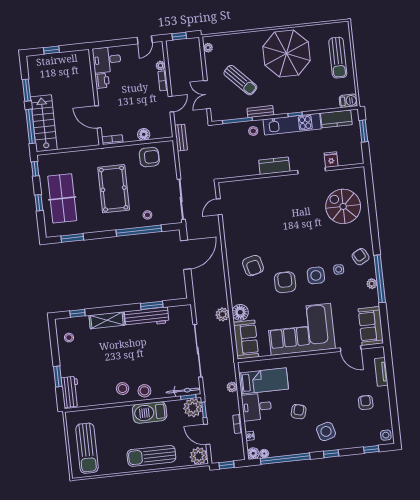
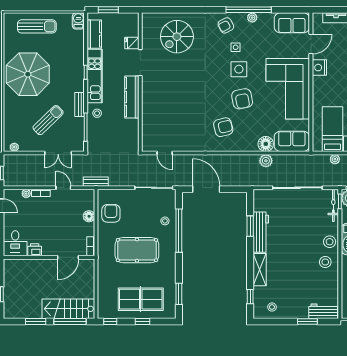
kitchen counter: (274, 166) -> (132, 97), width x1.50
armchair: (285, 282) -> (242, 99), turned -101
nightstand: (327, 360) -> (319, 68), added

